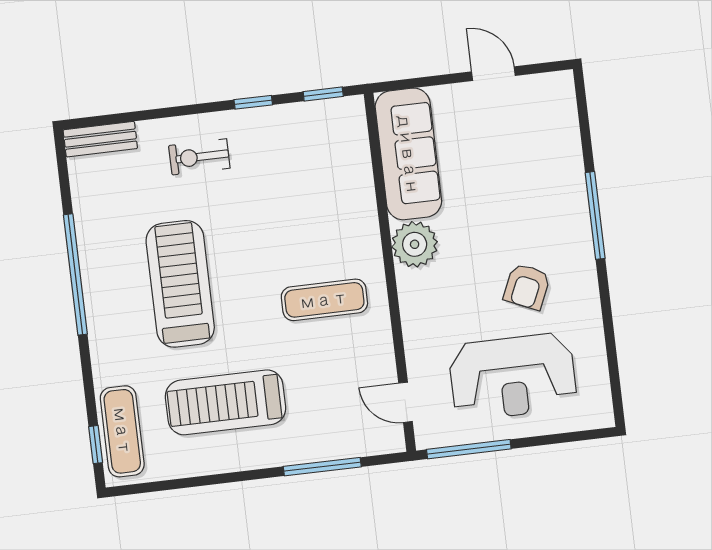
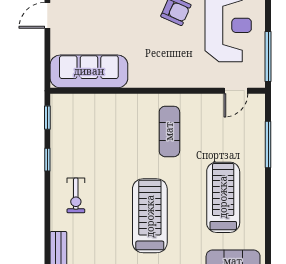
plant: (415, 244) -> (143, 74), removed
treadmill: (180, 284) -> (150, 216), turned 90
treadmill: (225, 402) -> (223, 197), turned 180

